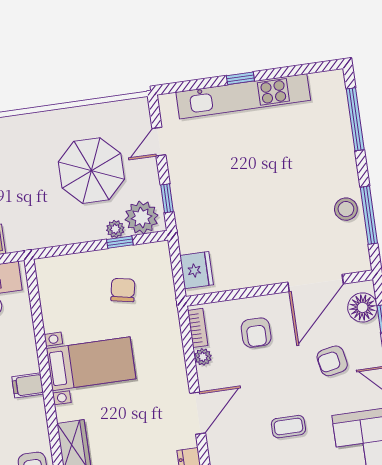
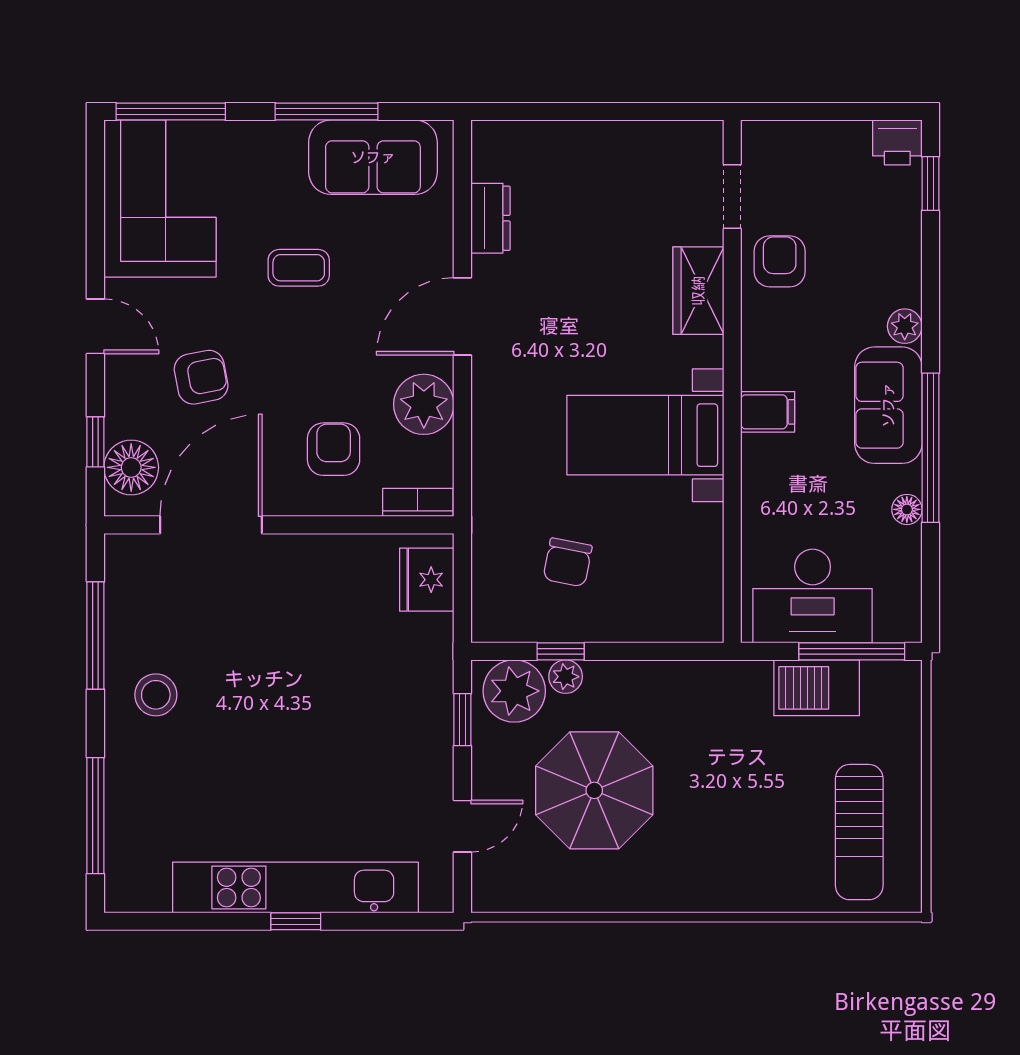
stool: (346, 209) -> (156, 695), moved
bookcase: (198, 328) -> (418, 502), moved, turned 90
plant: (203, 357) -> (424, 404), width x1.88, depth x1.88

